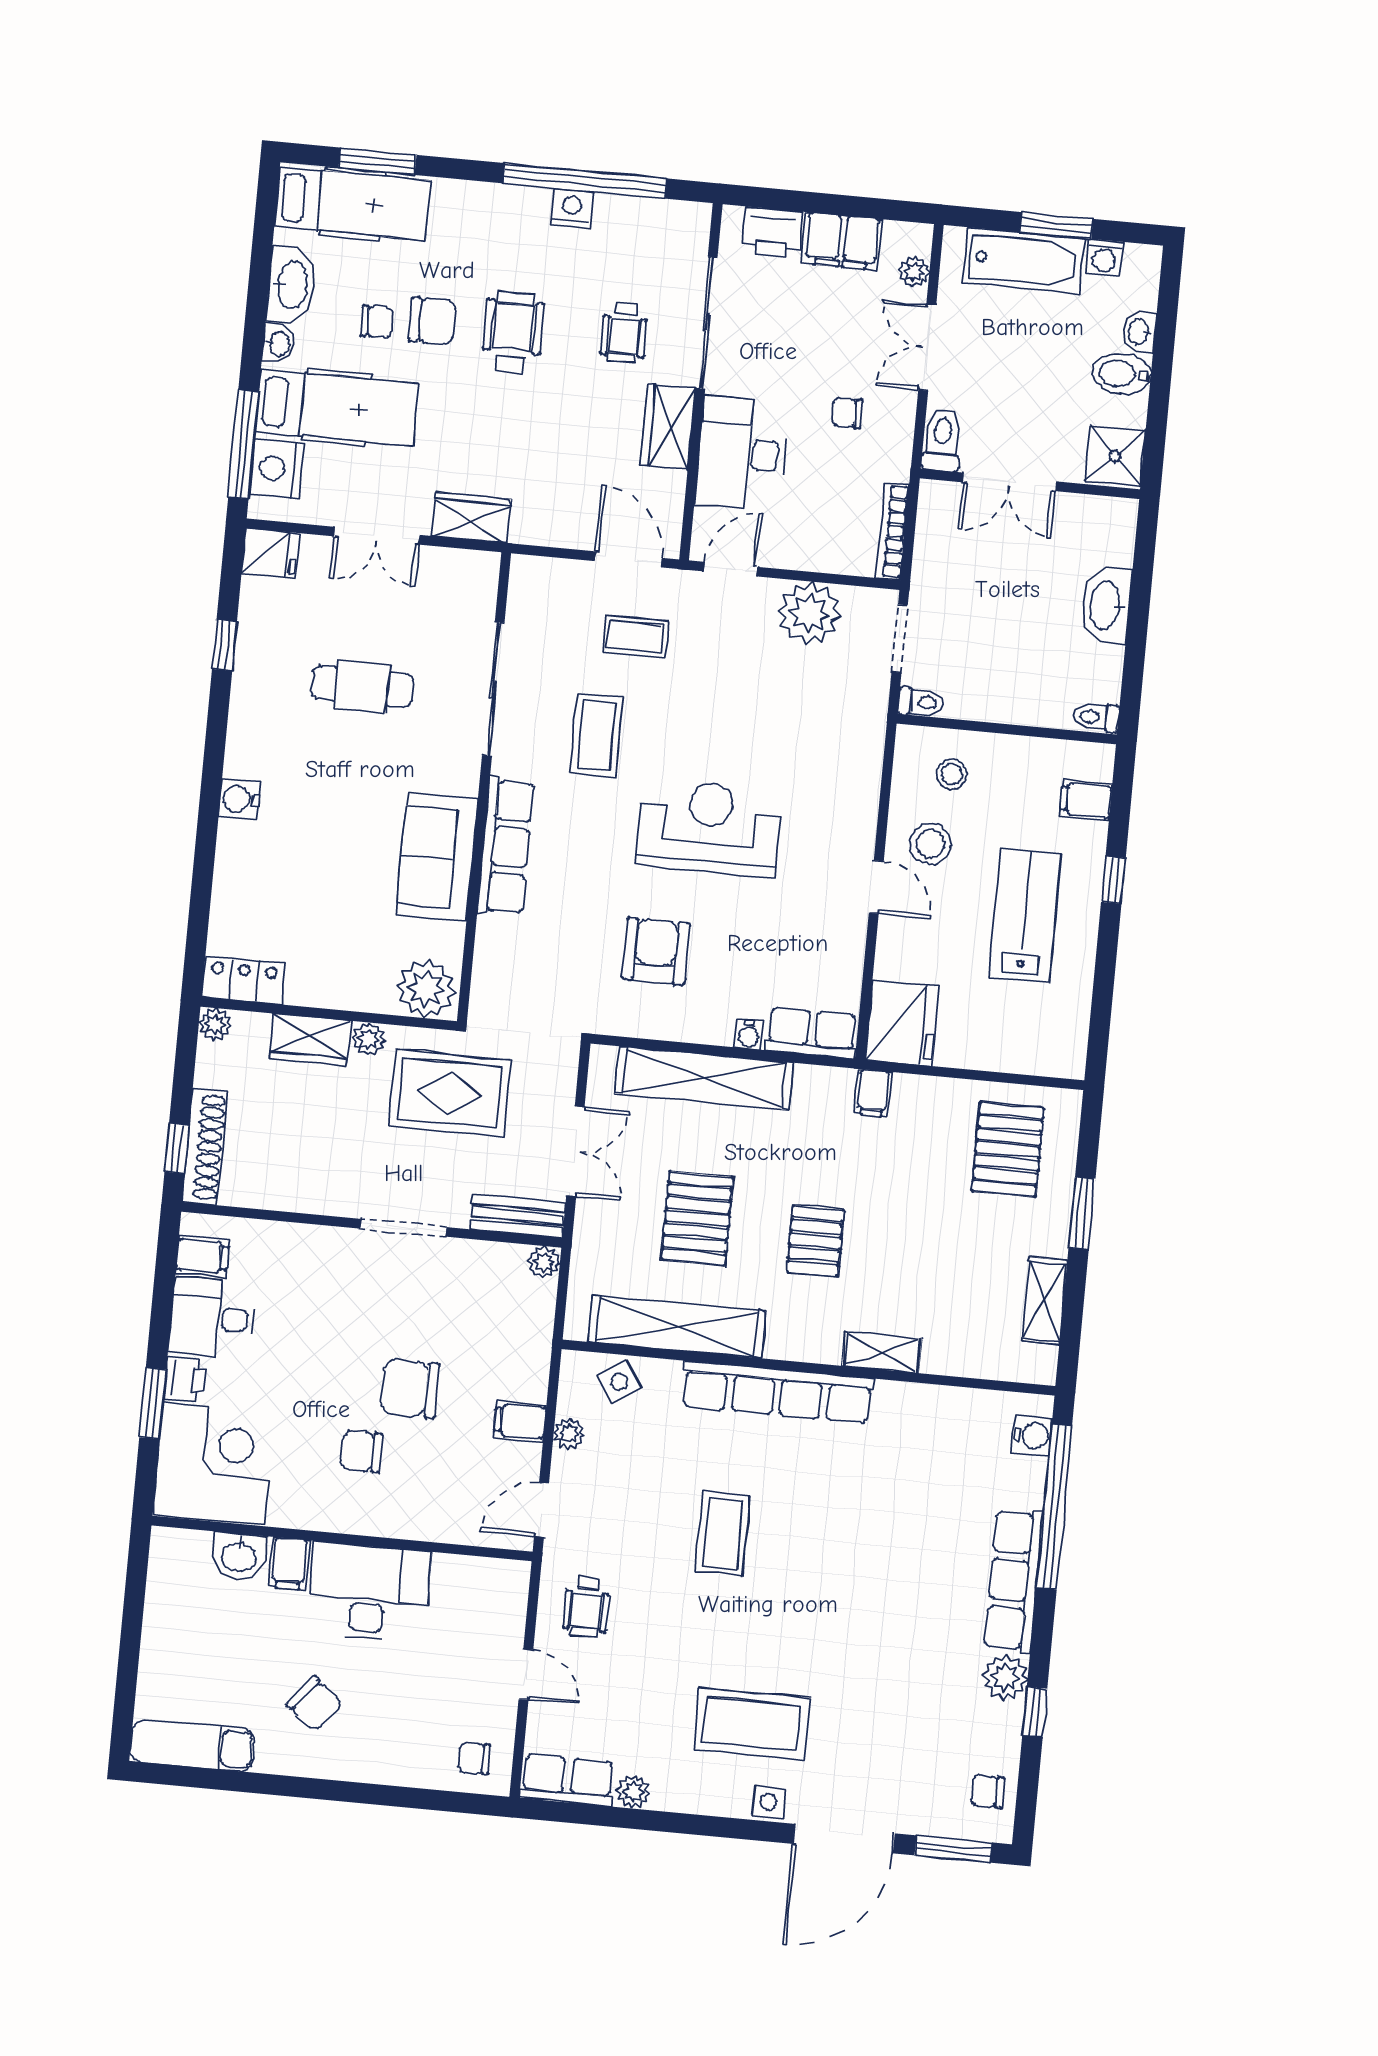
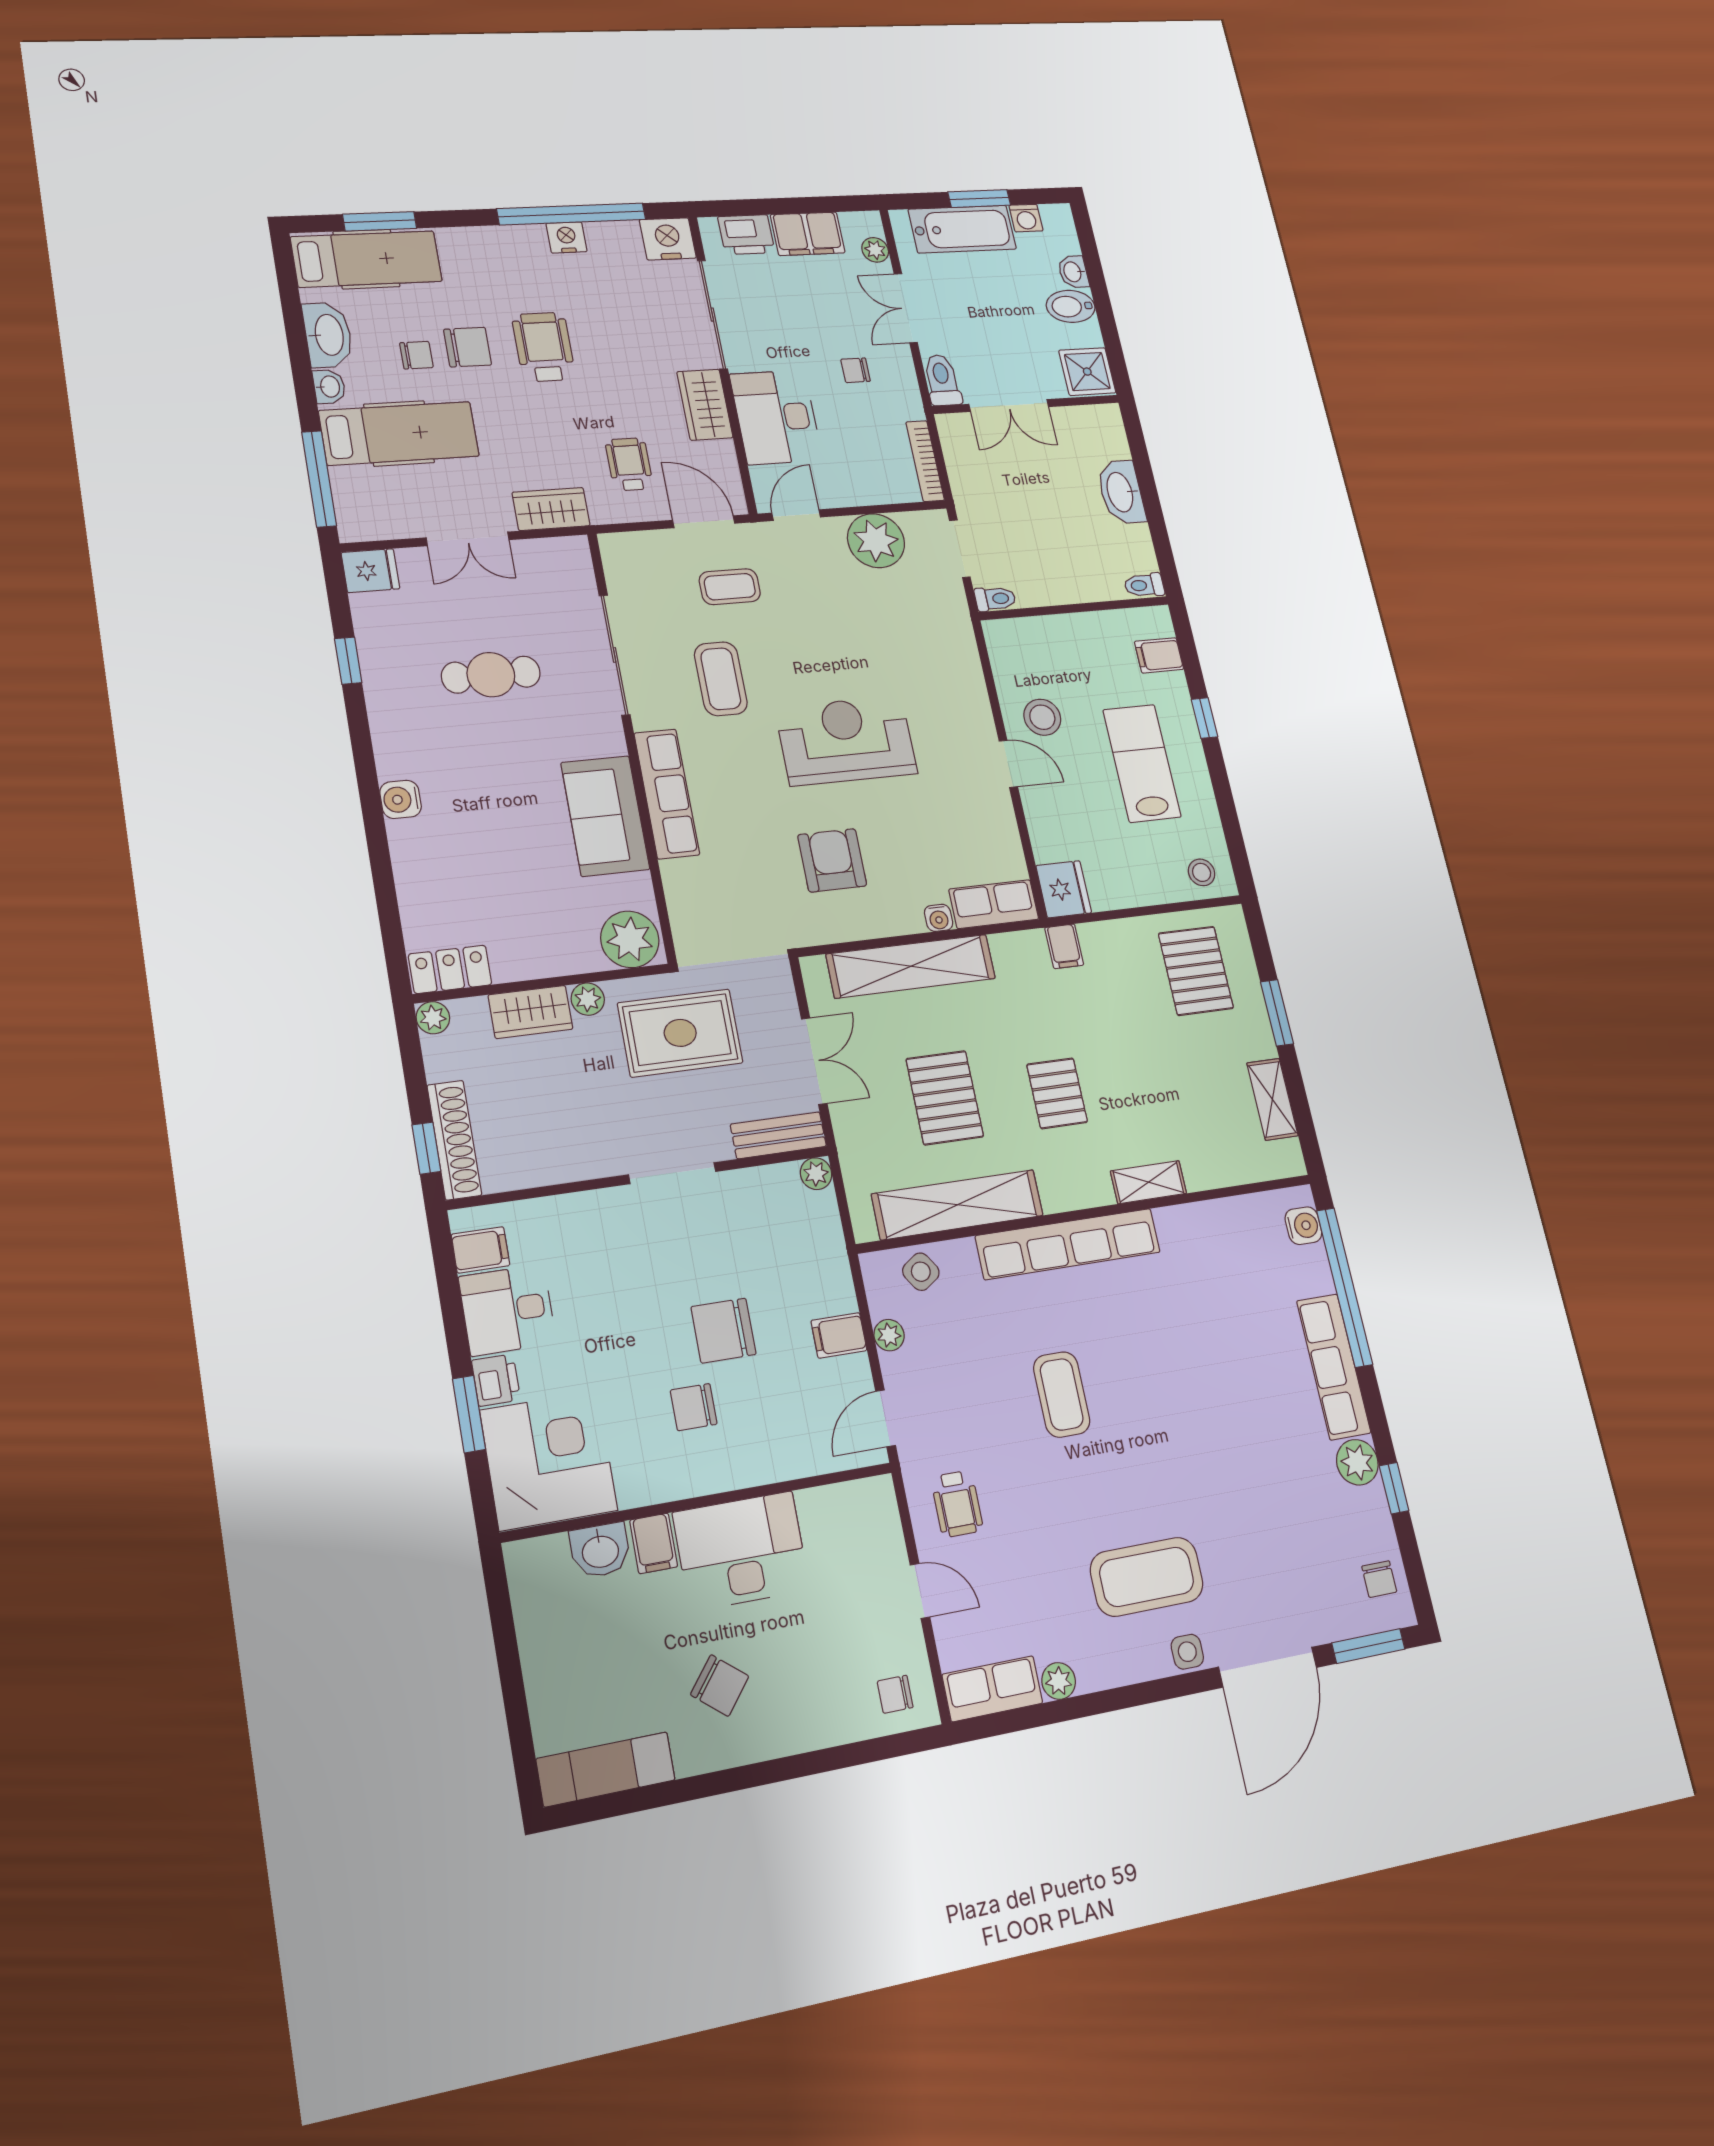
wheelchair: (624, 332) -> (629, 464), moved, turned 180
nightstand: (276, 469) -> (668, 239), moved, turned 90
stool: (952, 774) -> (1202, 872), moved
fridge: (902, 1023) -> (1064, 889), width x0.73, depth x0.75
chair: (987, 1792) -> (1379, 1579), turned -90

